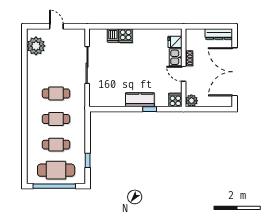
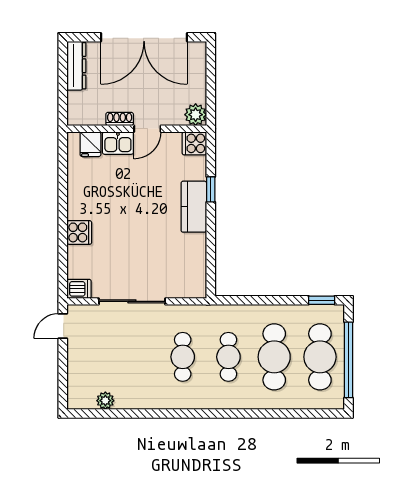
door: (56, 26) -> (63, 326), moved
dishwasher: (113, 36) -> (79, 289), moved
plant: (36, 46) -> (105, 401), width x0.53, depth x0.53
cafe table: (56, 145) -> (274, 357), width x1.37, depth x1.35
window: (88, 160) -> (322, 300), moved

